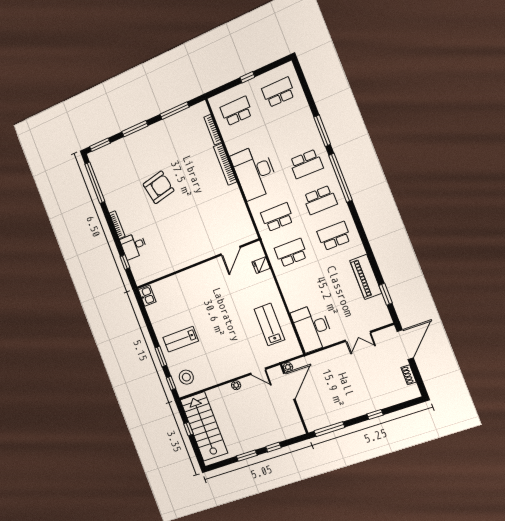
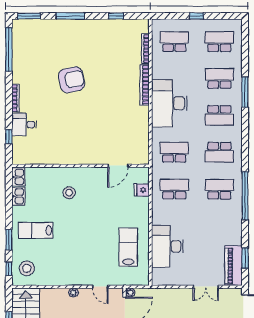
window: (175, 111) -> (116, 16), width x0.46
school desk: (292, 128) -> (219, 78), added
window: (340, 178) -> (245, 196), moved
piano: (366, 277) -> (233, 266), moved
stool: (196, 293) -> (69, 193), added
kitchen sink: (154, 313) -> (18, 196), added
desk: (312, 328) -> (167, 246), moved

